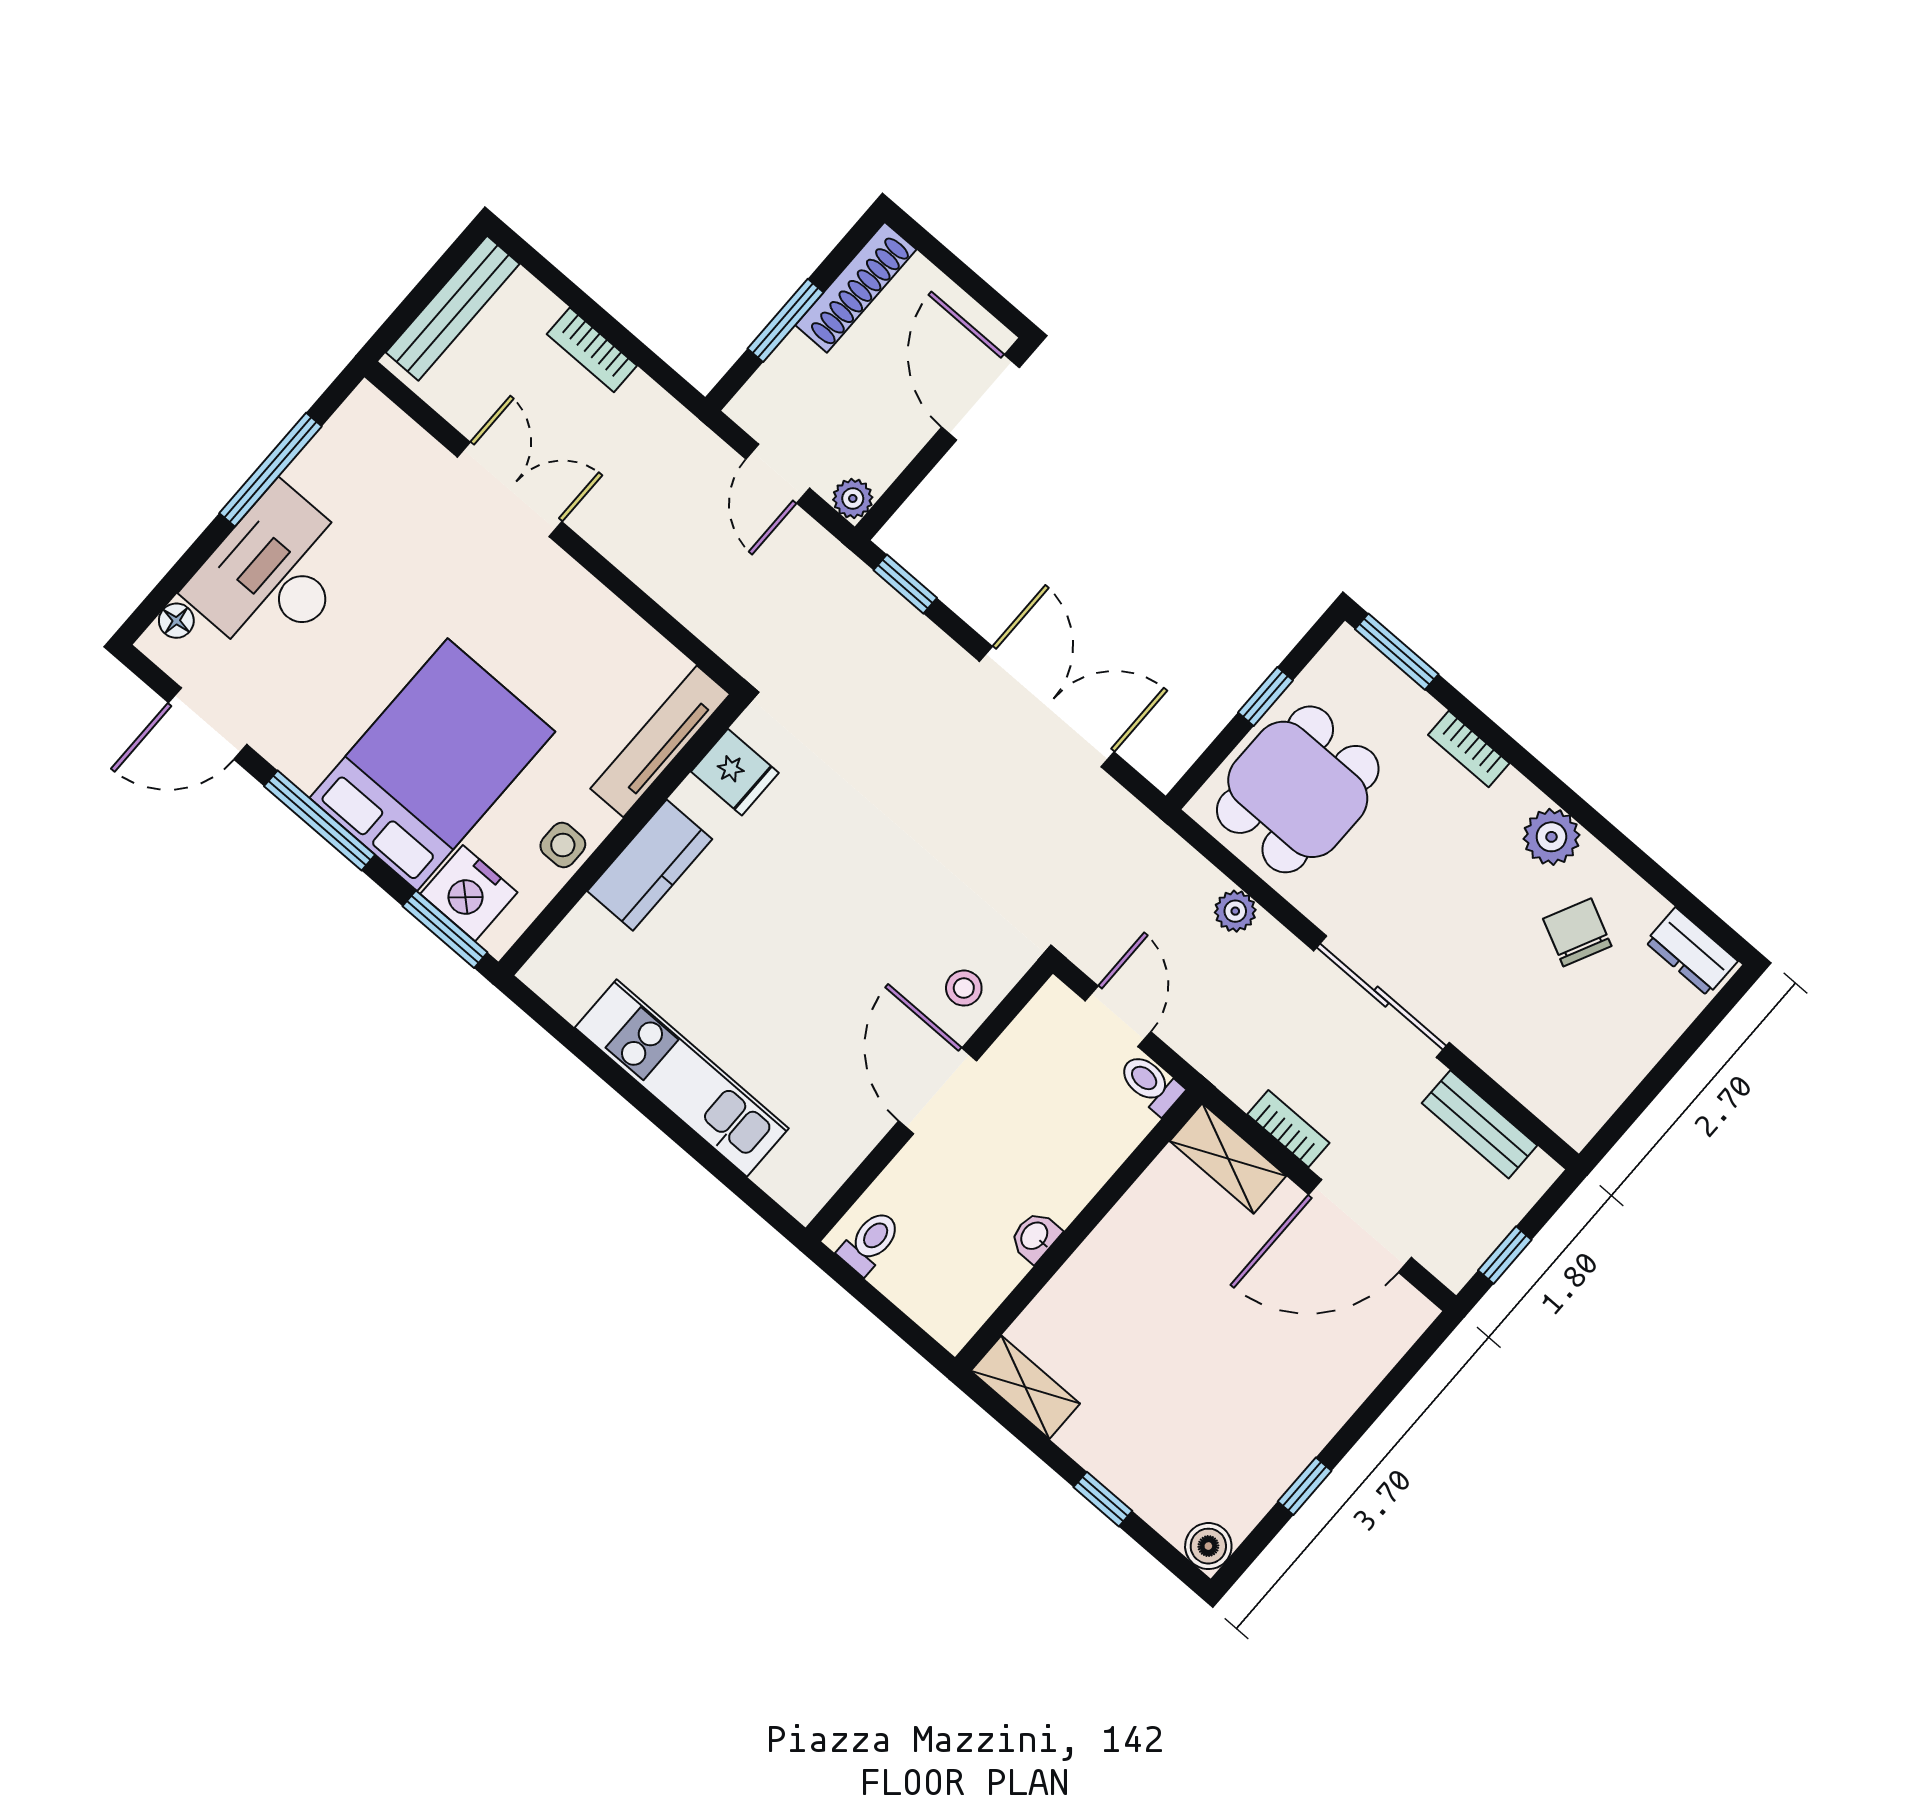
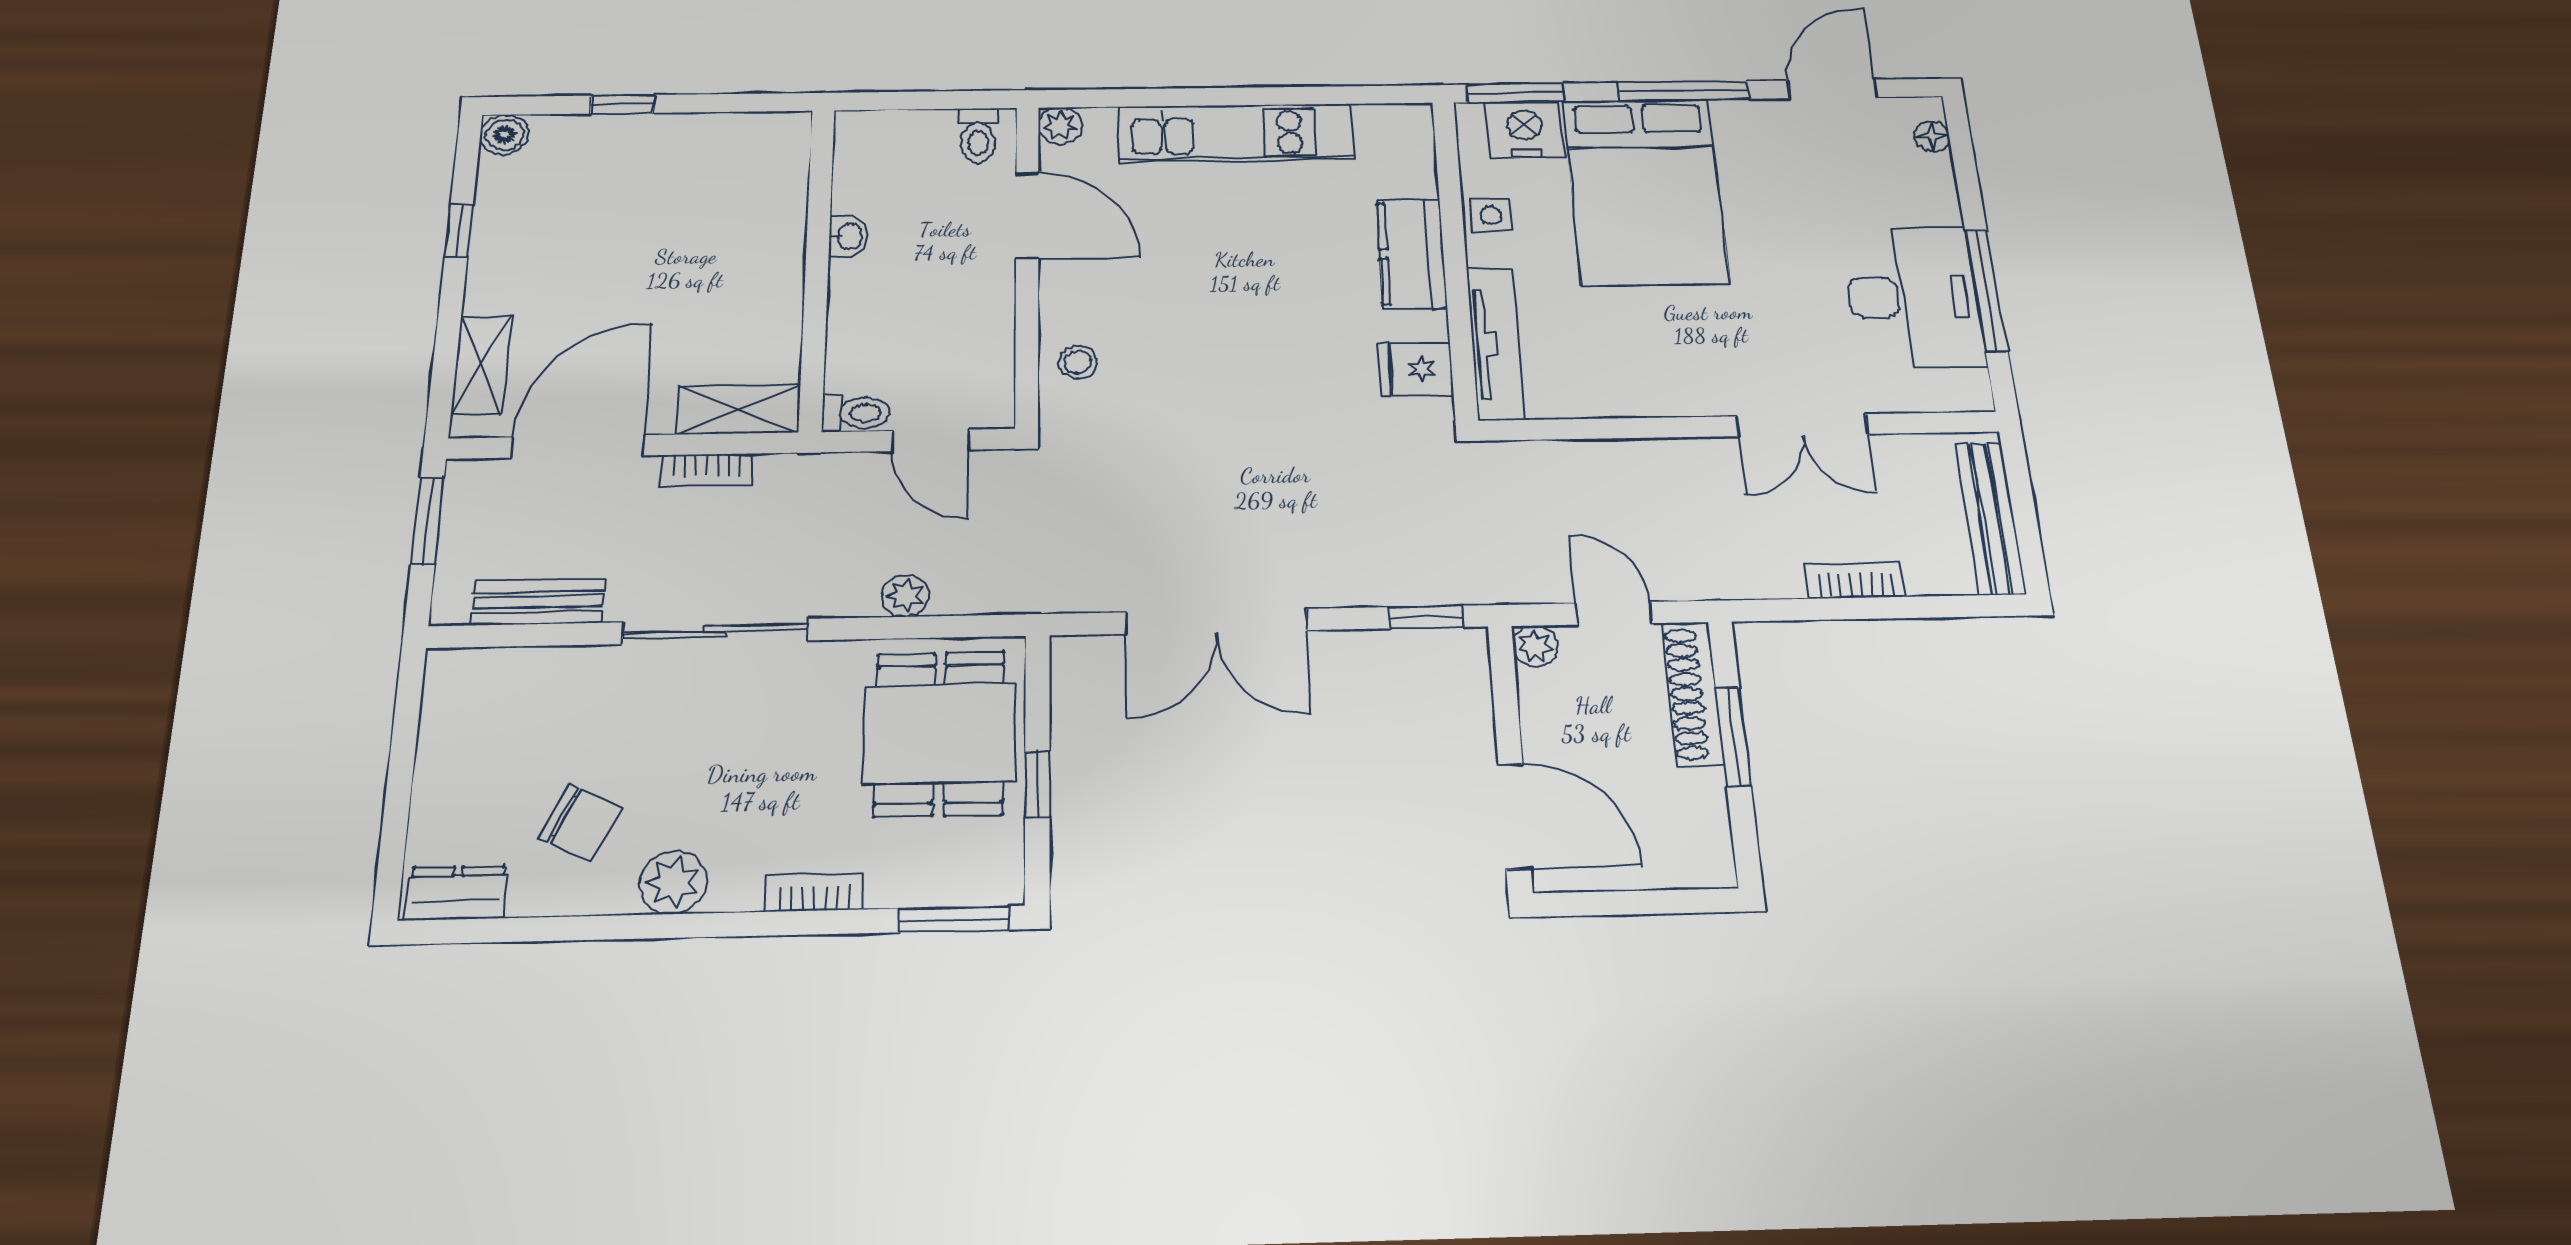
shoe rack: (856, 287) -> (1693, 694), moved
desk: (274, 574) -> (1913, 297), moved
door: (938, 1091) -> (1027, 216), moved
plant: (803, 1198) -> (1060, 126), added
window: (1505, 1255) -> (428, 521), width x1.50
shelving: (1025, 1387) -> (481, 365), moved, turned 90

